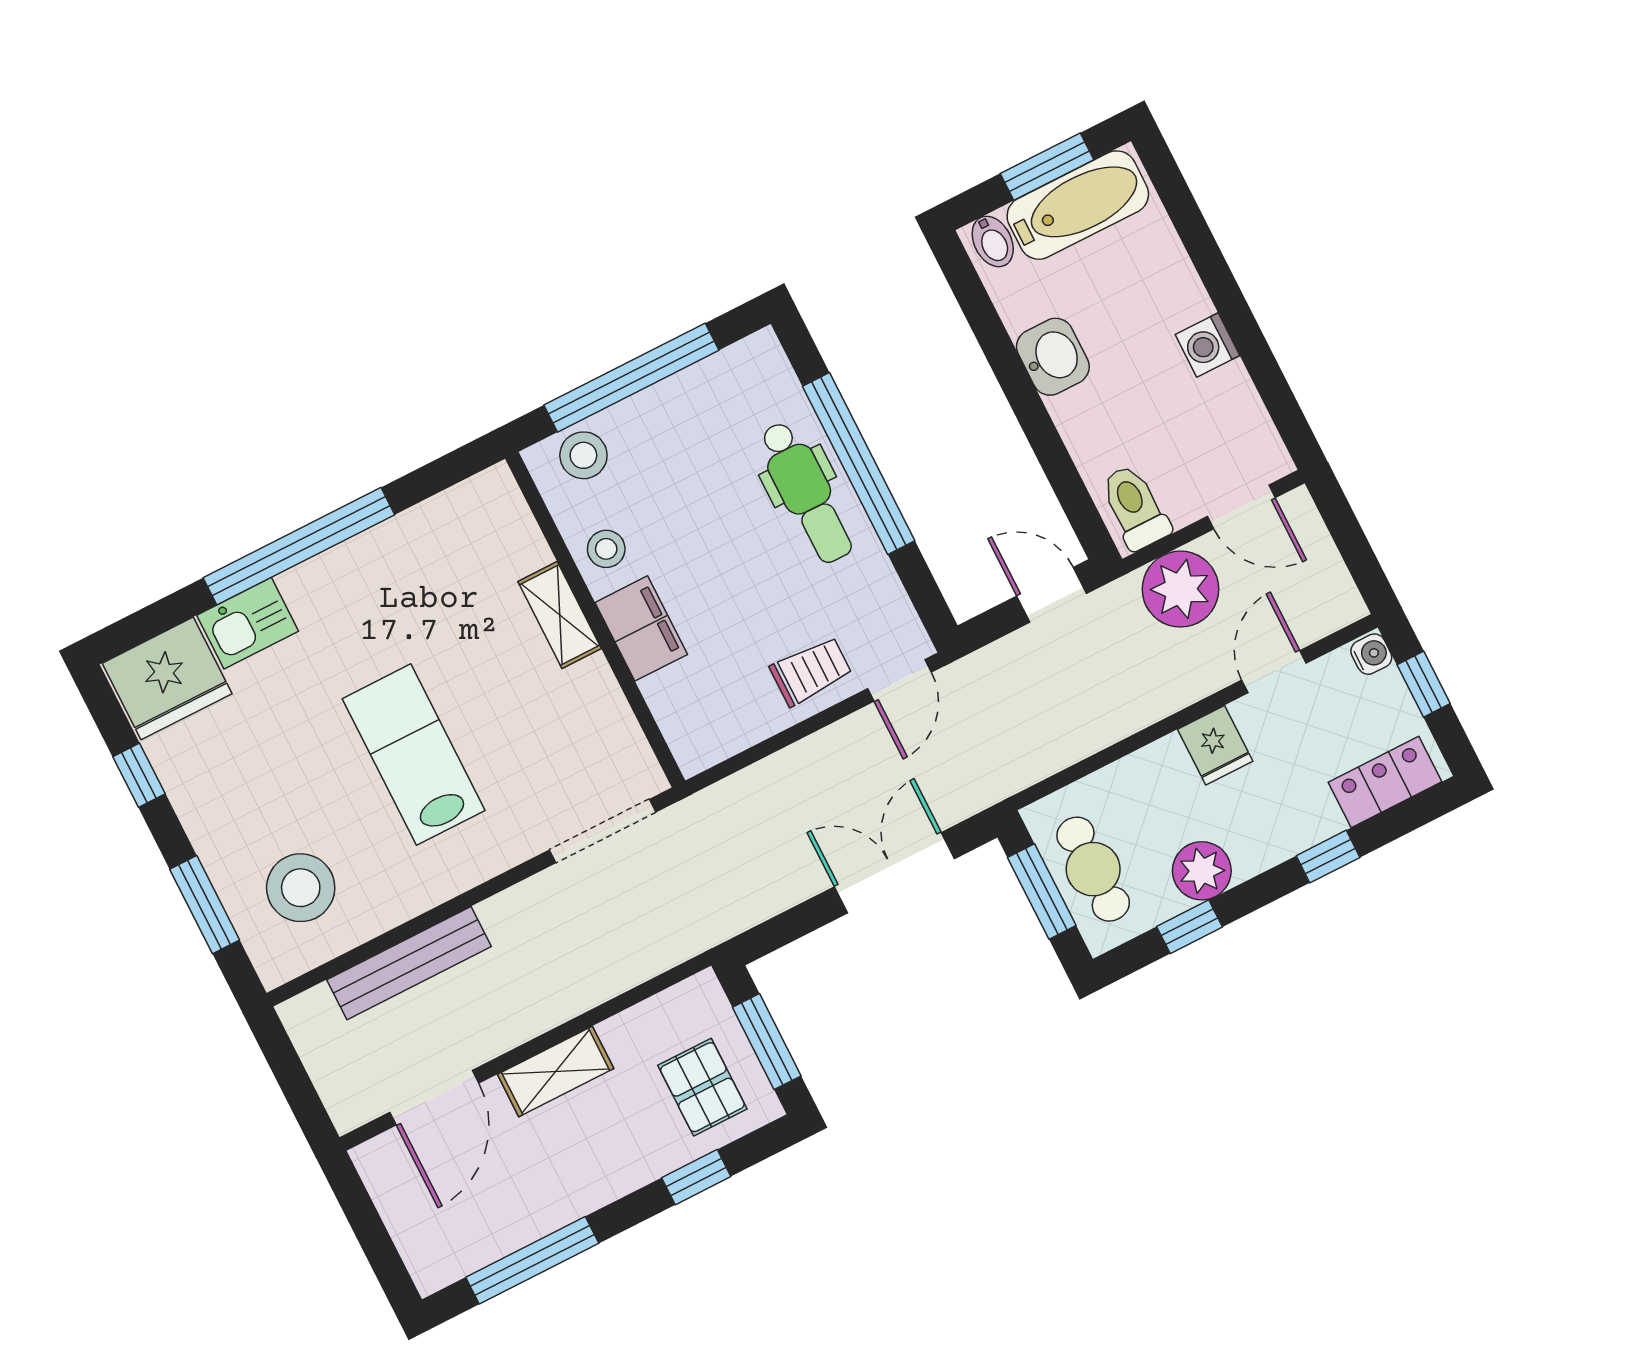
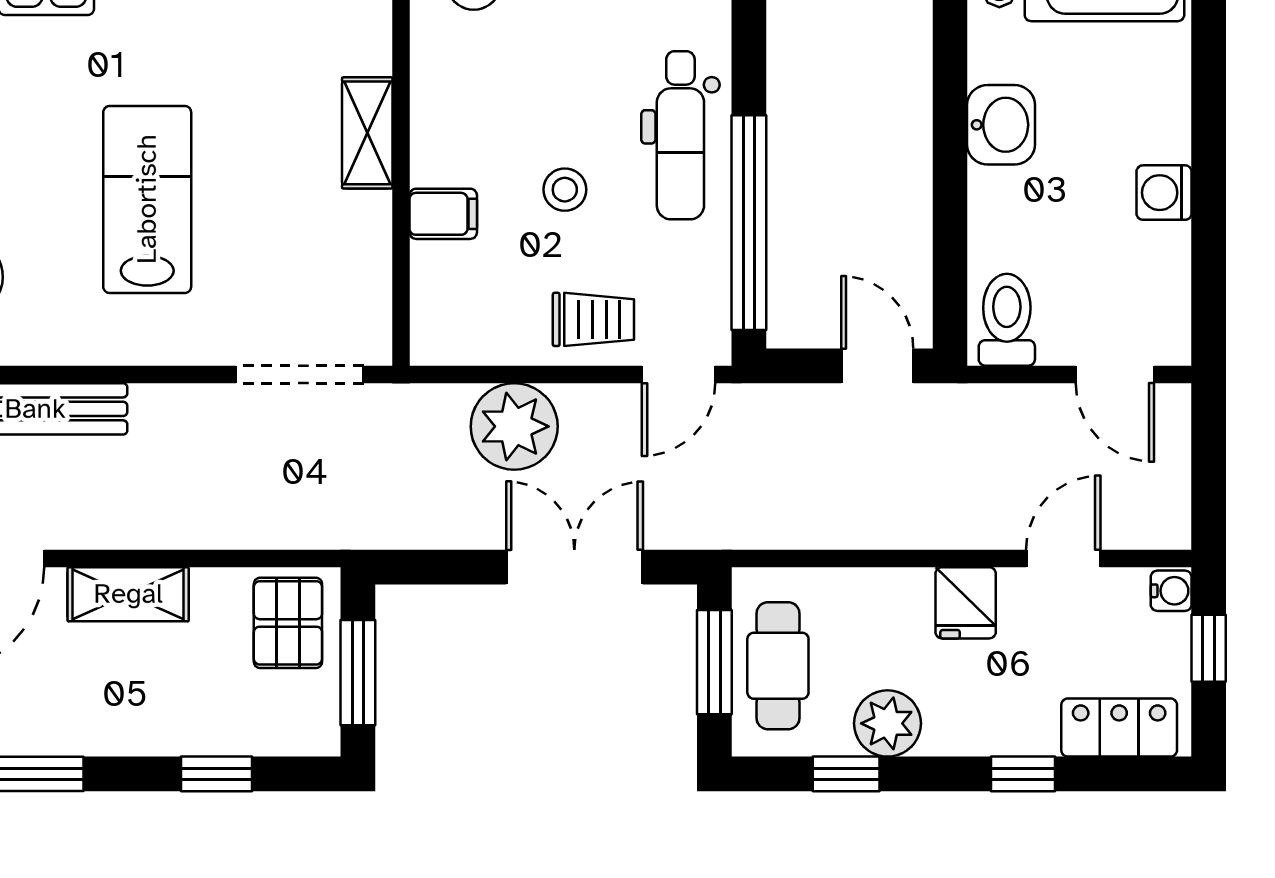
window: (859, 463) -> (749, 223), moved
stool: (606, 549) -> (565, 190), moved
plant: (1180, 589) -> (514, 426), moved
filing cabinet: (641, 628) -> (443, 214), width x0.50
pallet: (702, 1087) -> (288, 623), moved

